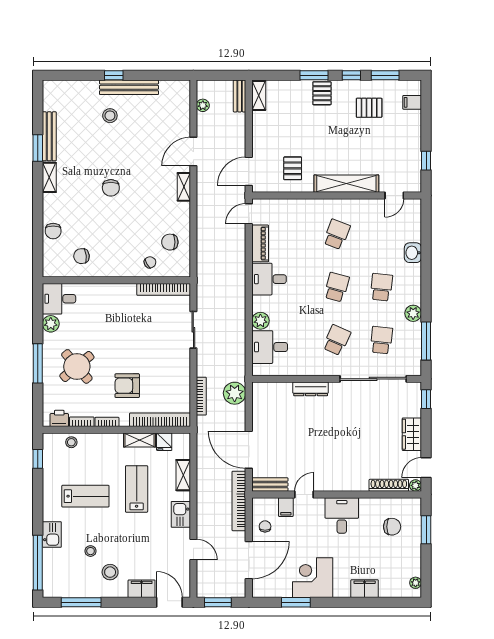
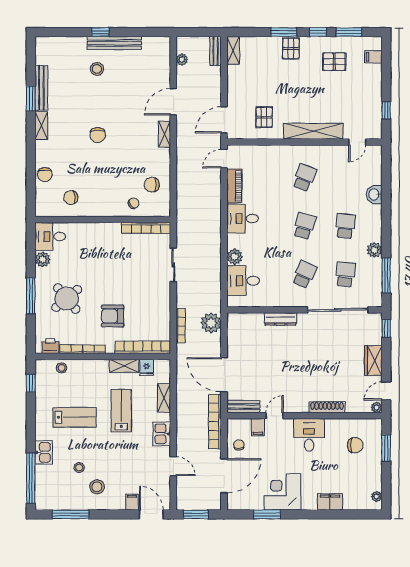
shoe rack: (389, 485) -> (327, 407), moved
filing cabinet: (142, 589) -> (132, 502), width x0.50

